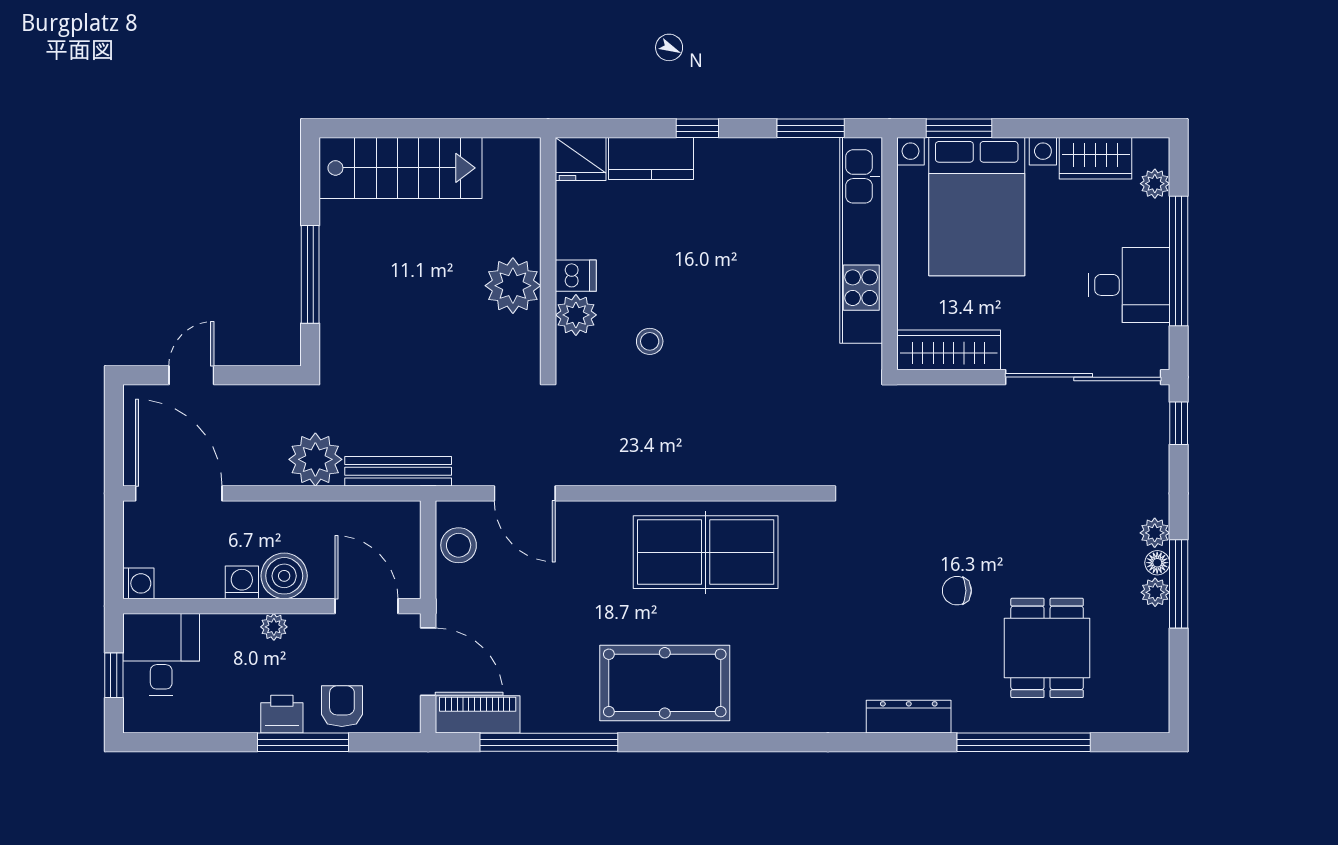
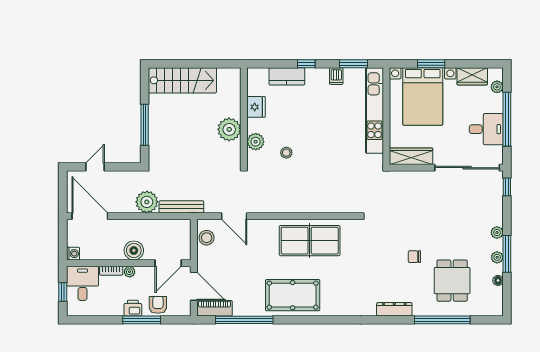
window: (959, 128) -> (431, 64), moved
fridge: (581, 159) -> (256, 107), moved, turned -90
dishwasher: (576, 276) -> (336, 76), moved, turned 90
floor lamp: (1157, 563) -> (498, 280), moved
washing machine: (242, 582) -> (116, 253), removed
door: (366, 606) -> (168, 263), swing flipped
bookcase: (230, 624) -> (111, 271), added

